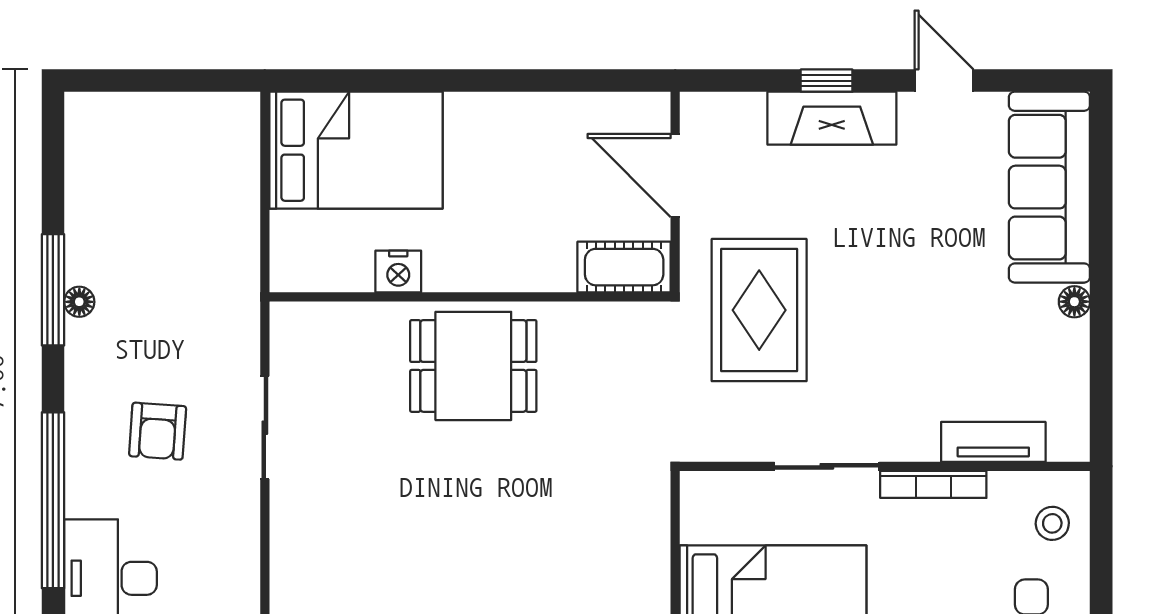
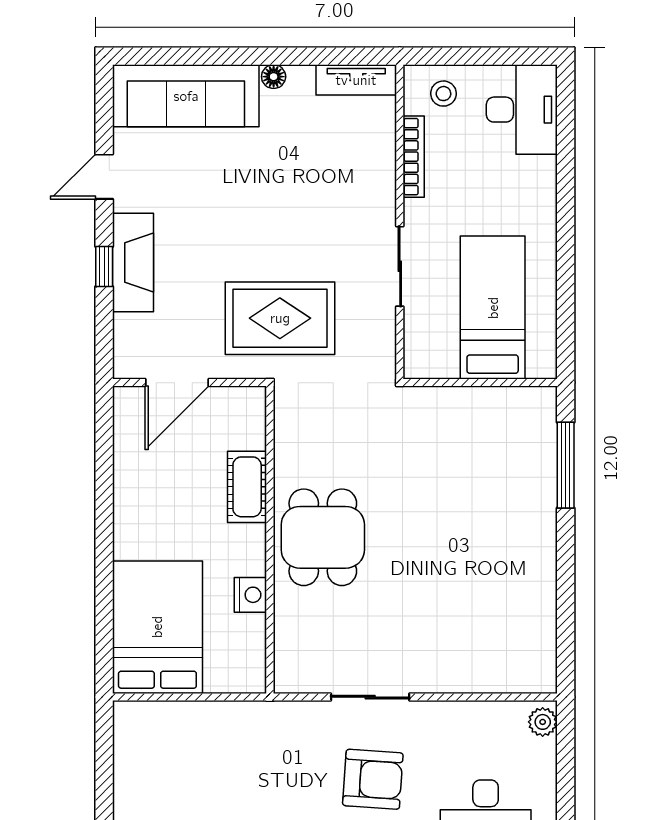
cot: (624, 267) -> (247, 487), moved
armchair: (158, 431) -> (373, 779), width x1.38, depth x1.38
tv unit: (993, 442) -> (356, 80), moved, turned -90
bookcase: (933, 484) -> (414, 157), moved

